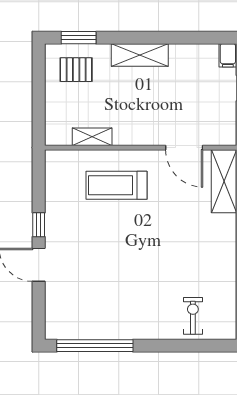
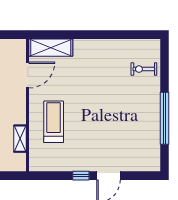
treadmill: (117, 185) -> (54, 122), turned 180
window: (95, 346) -> (164, 118), moved

